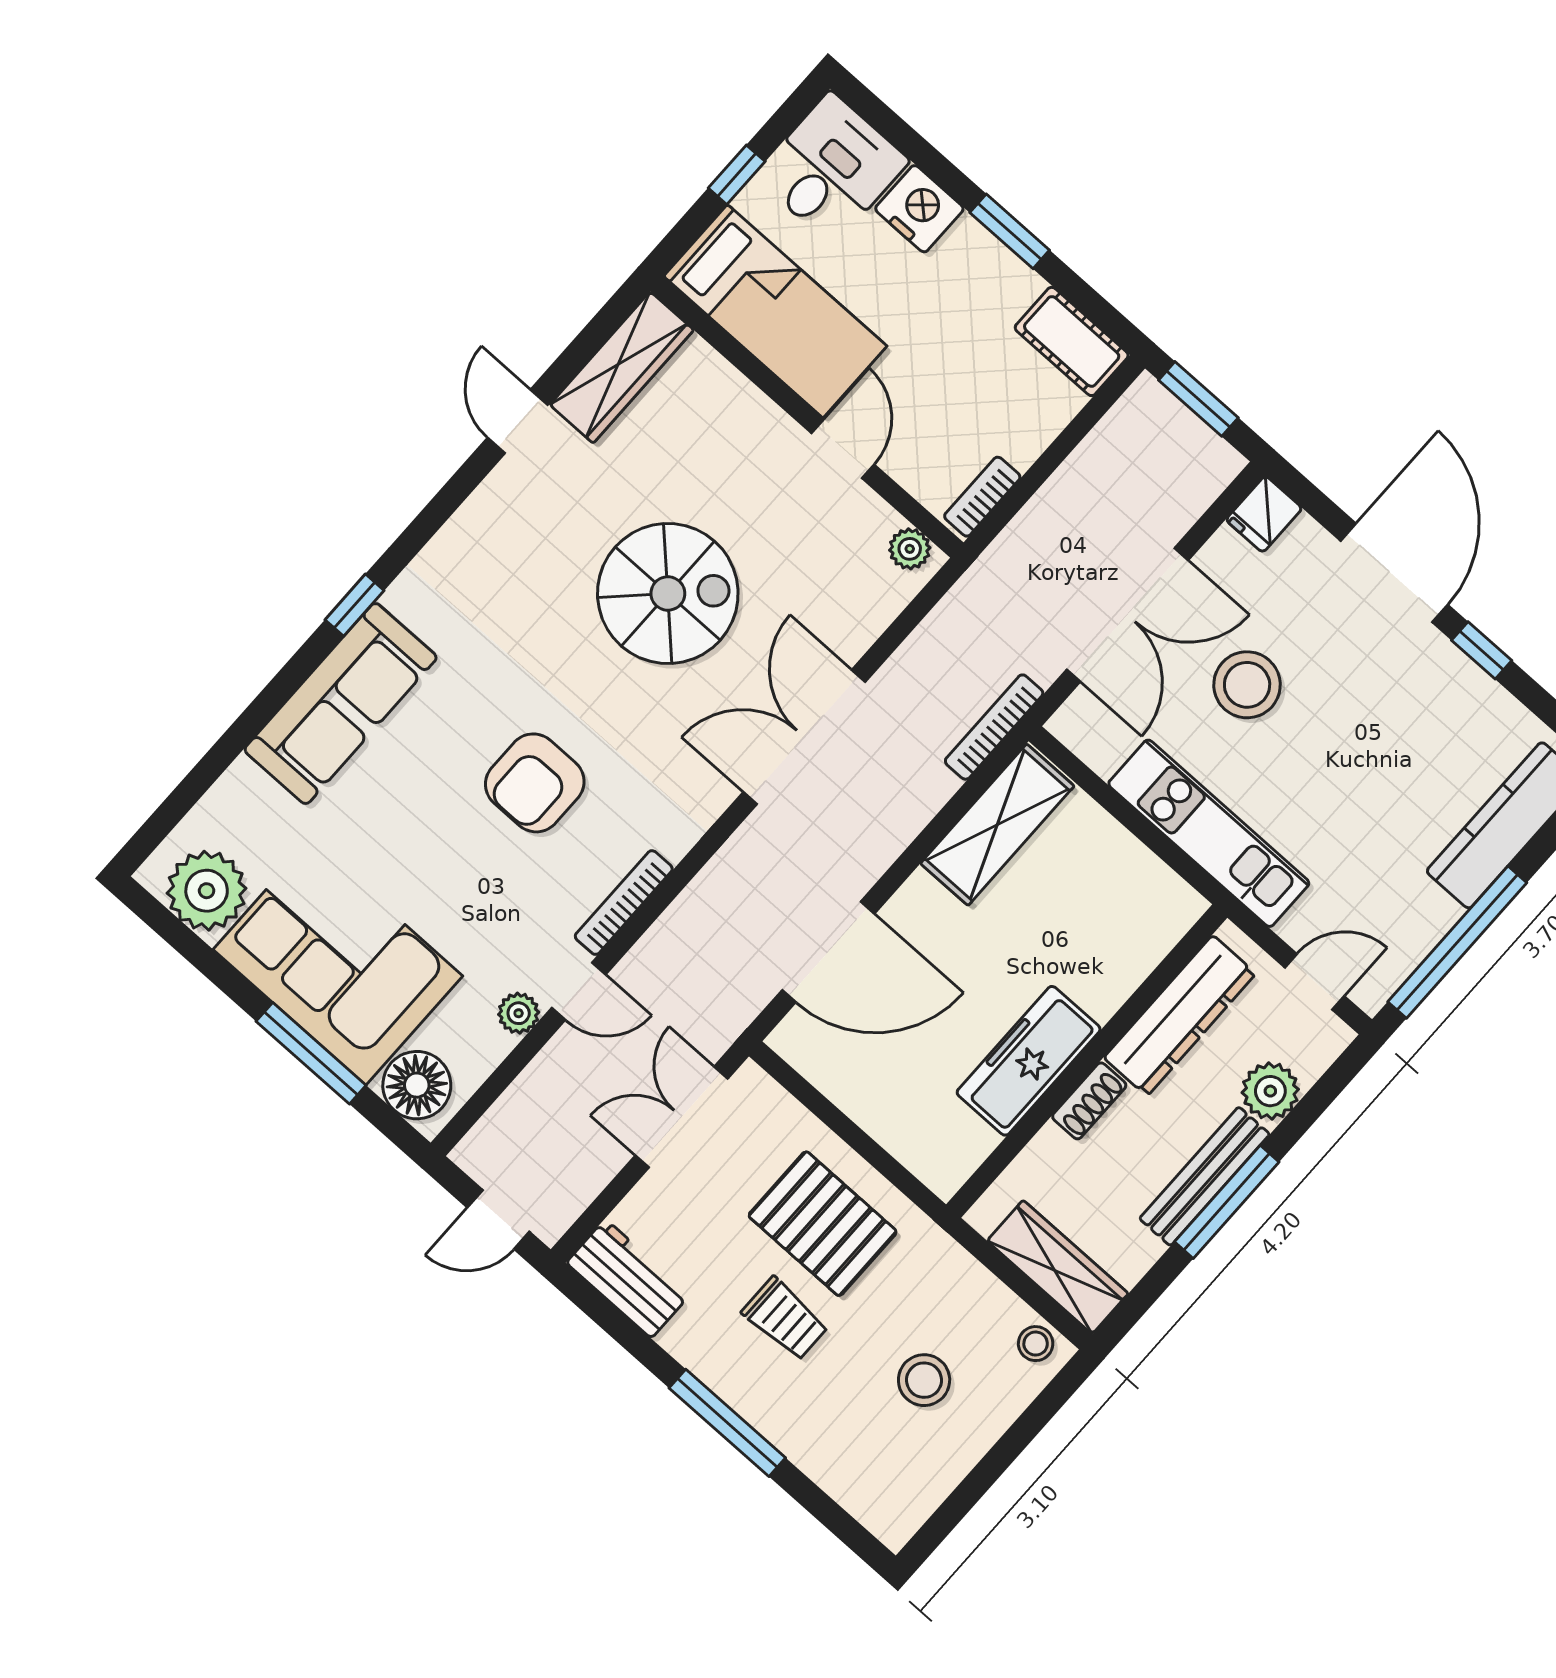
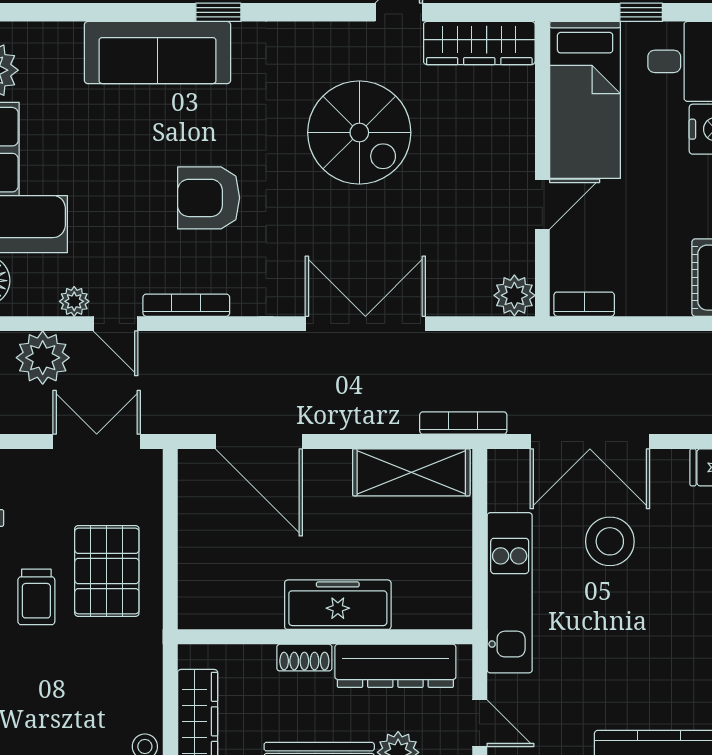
plant: (910, 549) -> (514, 295), width x1.38, depth x1.38
spiral stairs: (668, 594) -> (359, 133), moved
freezer: (1029, 1061) -> (338, 605), moved
plant: (547, 1096) -> (43, 358), added
stool: (924, 1380) -> (70, 703), removed

